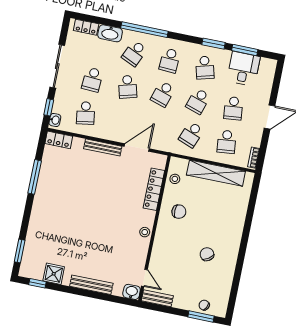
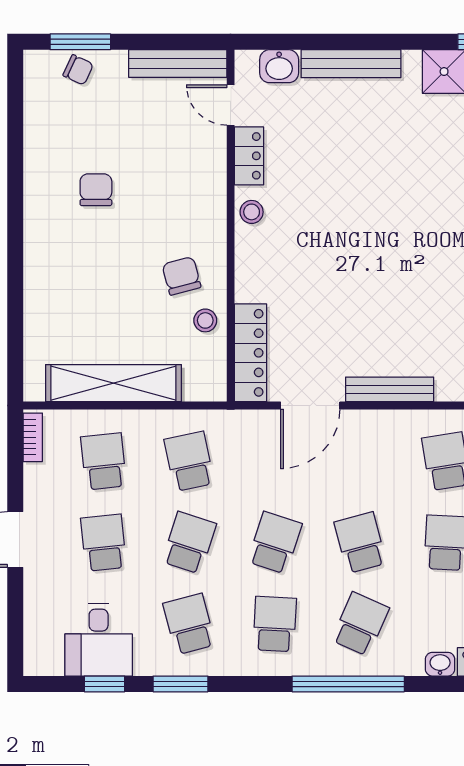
washbasin: (110, 33) -> (440, 664), width x0.52, depth x0.69
window: (245, 50) -> (105, 684), width x0.67
school desk: (191, 135) -> (189, 461), turned -33
stool: (175, 179) -> (205, 320), moved
locker: (154, 189) -> (251, 353), moved
chair: (179, 212) -> (182, 276), turned 75
chair: (207, 254) -> (96, 190), turned -146
locker: (141, 255) -> (249, 156), added
washbasin: (132, 292) -> (279, 66), moved
bench: (157, 298) -> (178, 64), width x1.36

